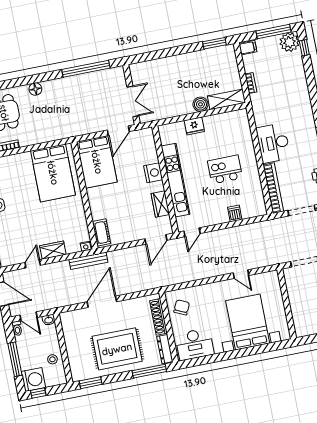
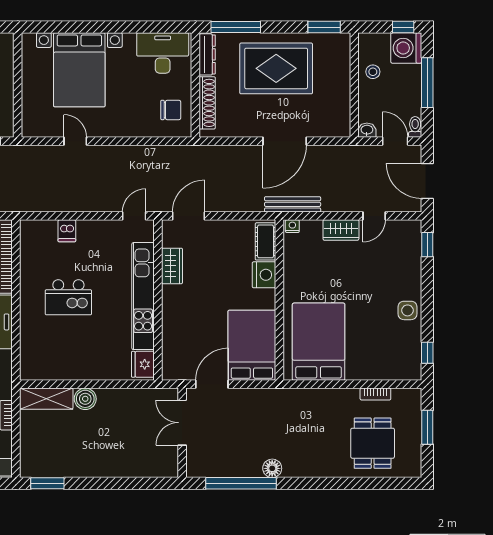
floor lamp: (35, 89) -> (272, 468), moved
fridge: (194, 126) -> (143, 364), moved, turned -90
nightstand: (153, 173) -> (264, 275), moved, turned 180
chair: (182, 307) -> (171, 110), turned -115

